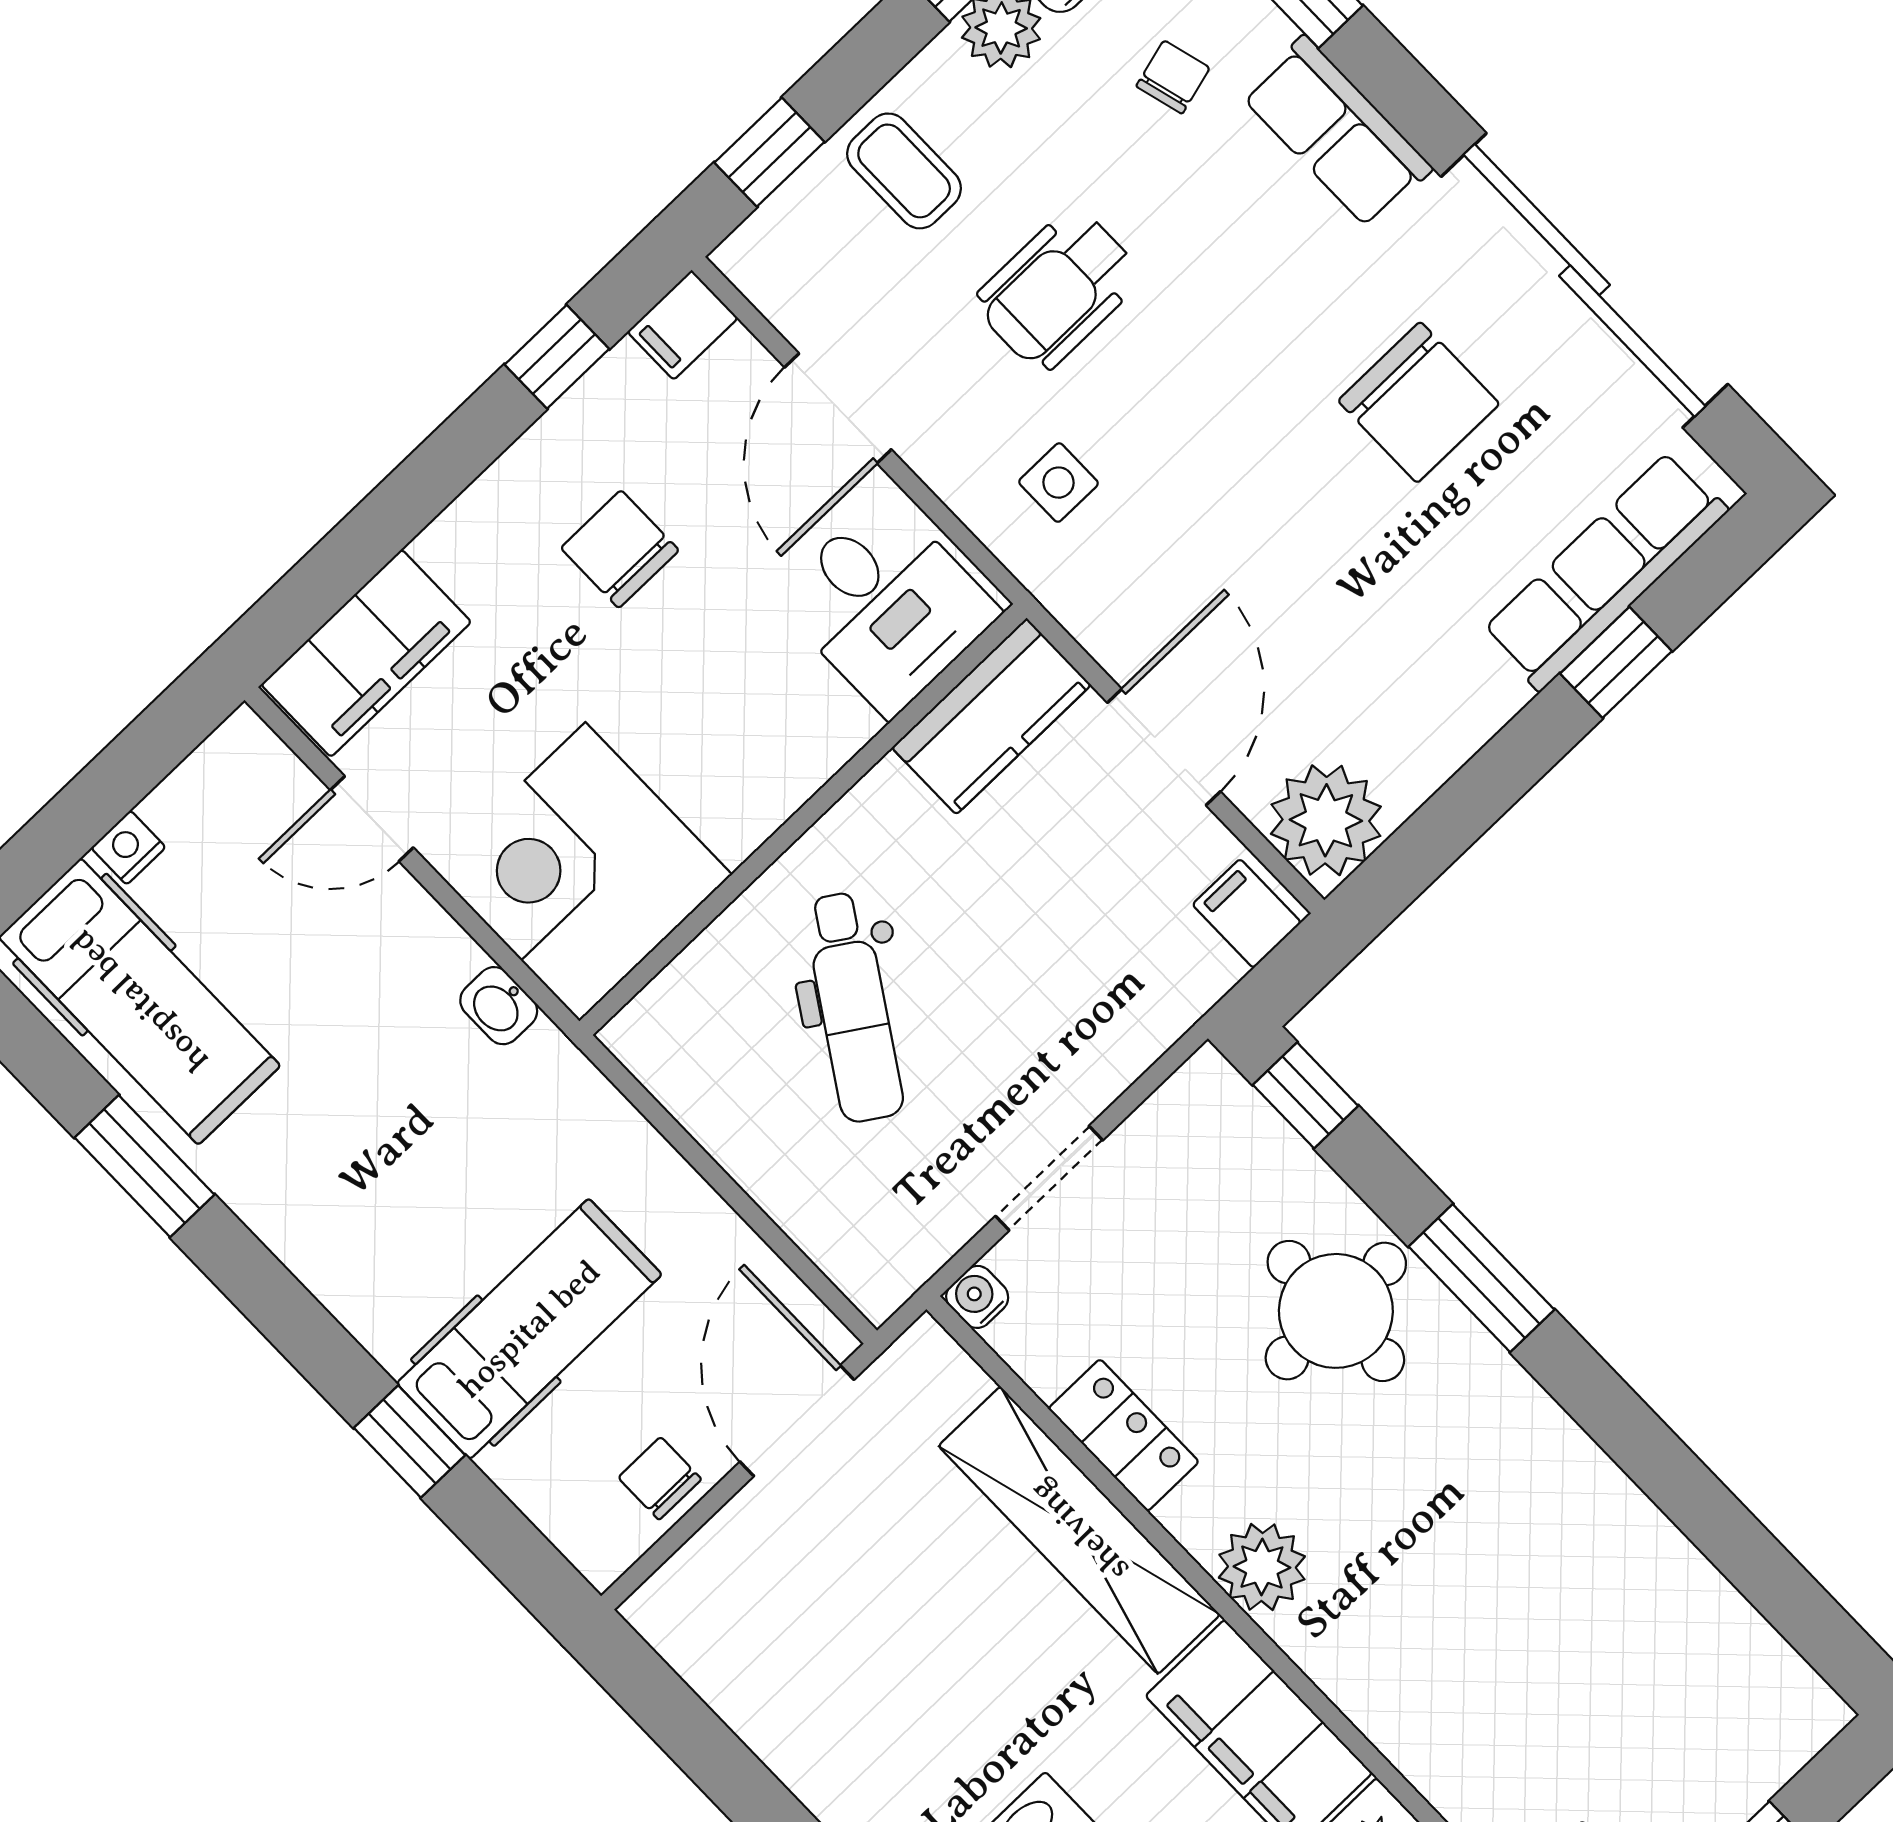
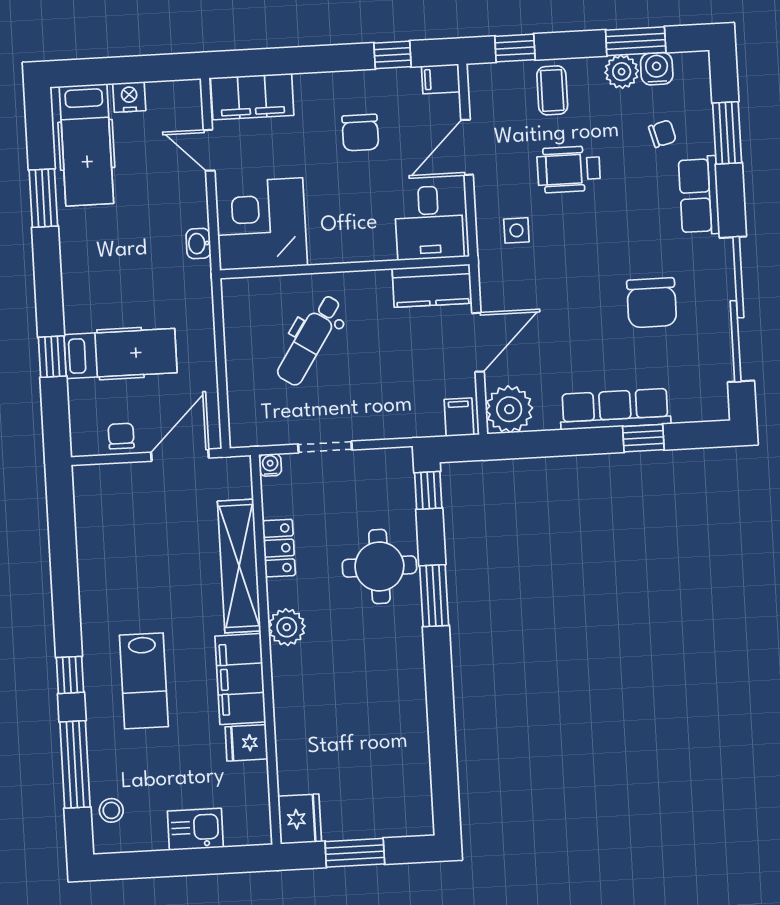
chair: (620, 549) -> (360, 133), turned 180
row of seats: (1605, 571) -> (615, 409), moved
nightstand: (128, 848) -> (129, 97), width x1.39, depth x1.35

